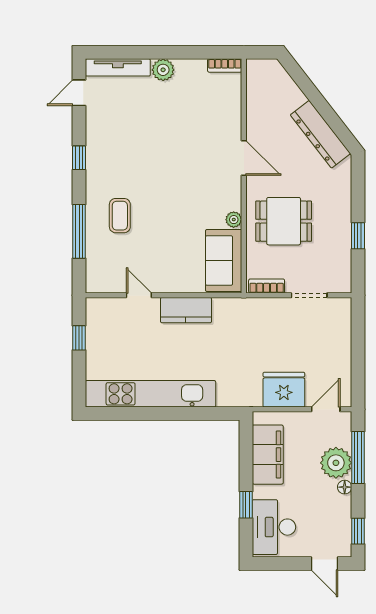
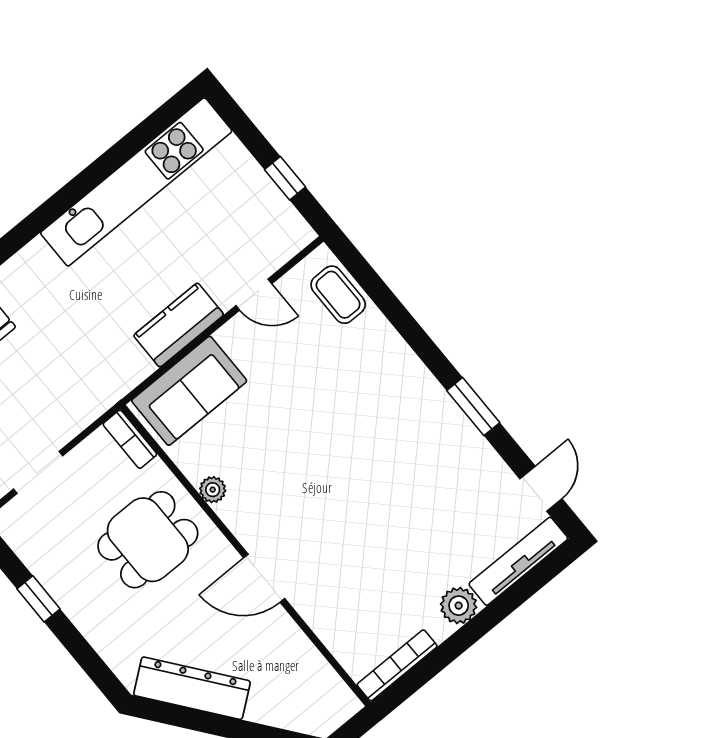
bookcase: (225, 65) -> (397, 665), width x1.56
window: (79, 158) -> (473, 407), width x1.50
coffee table: (120, 216) -> (338, 295), moved
window: (79, 231) -> (396, 313), removed
sofa: (224, 260) -> (189, 391), moved, turned 90
bookcase: (267, 286) -> (130, 439), moved, turned 90

